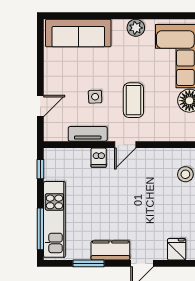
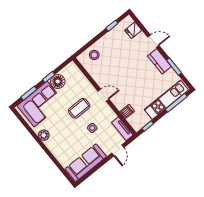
sofa: (78, 33) -> (86, 163), moved, turned -90
door: (40, 106) -> (118, 150), swing flipped
tv unit: (88, 134) -> (122, 129), moved
dishwasher: (99, 158) -> (127, 112), moved

